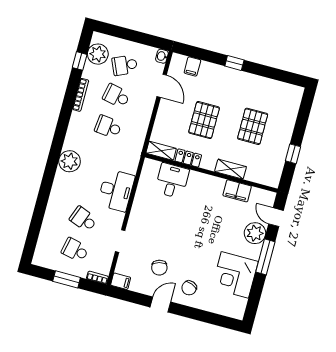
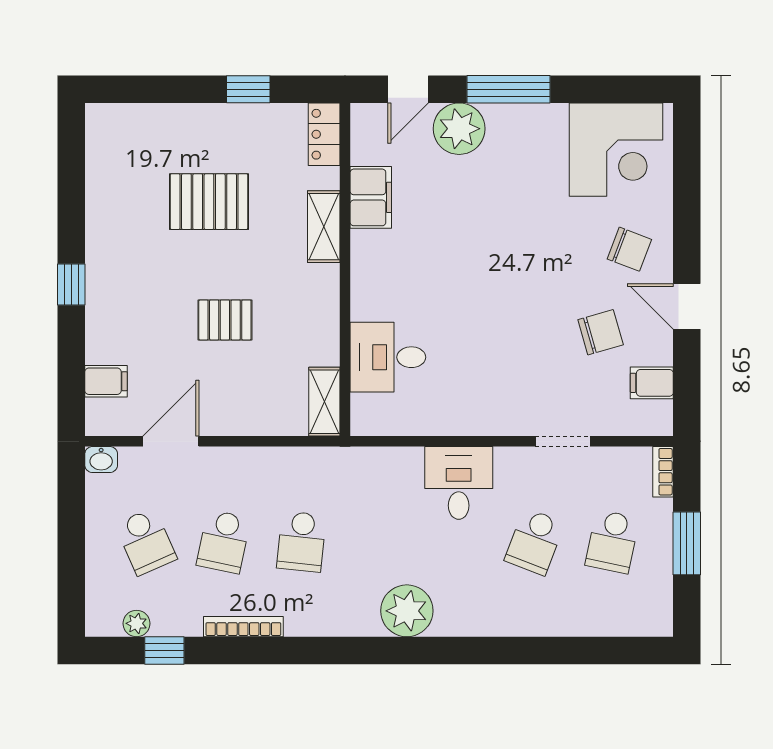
plant: (98, 54) -> (136, 623), width x0.53, depth x0.53
pallet: (204, 120) -> (225, 320), width x0.67, depth x0.71
locker: (188, 158) -> (324, 134), moved
desk: (116, 190) -> (459, 483), width x0.73
corner desk: (235, 275) -> (616, 150), moved
filing cabinet: (121, 281) -> (652, 383), moved, turned -90

